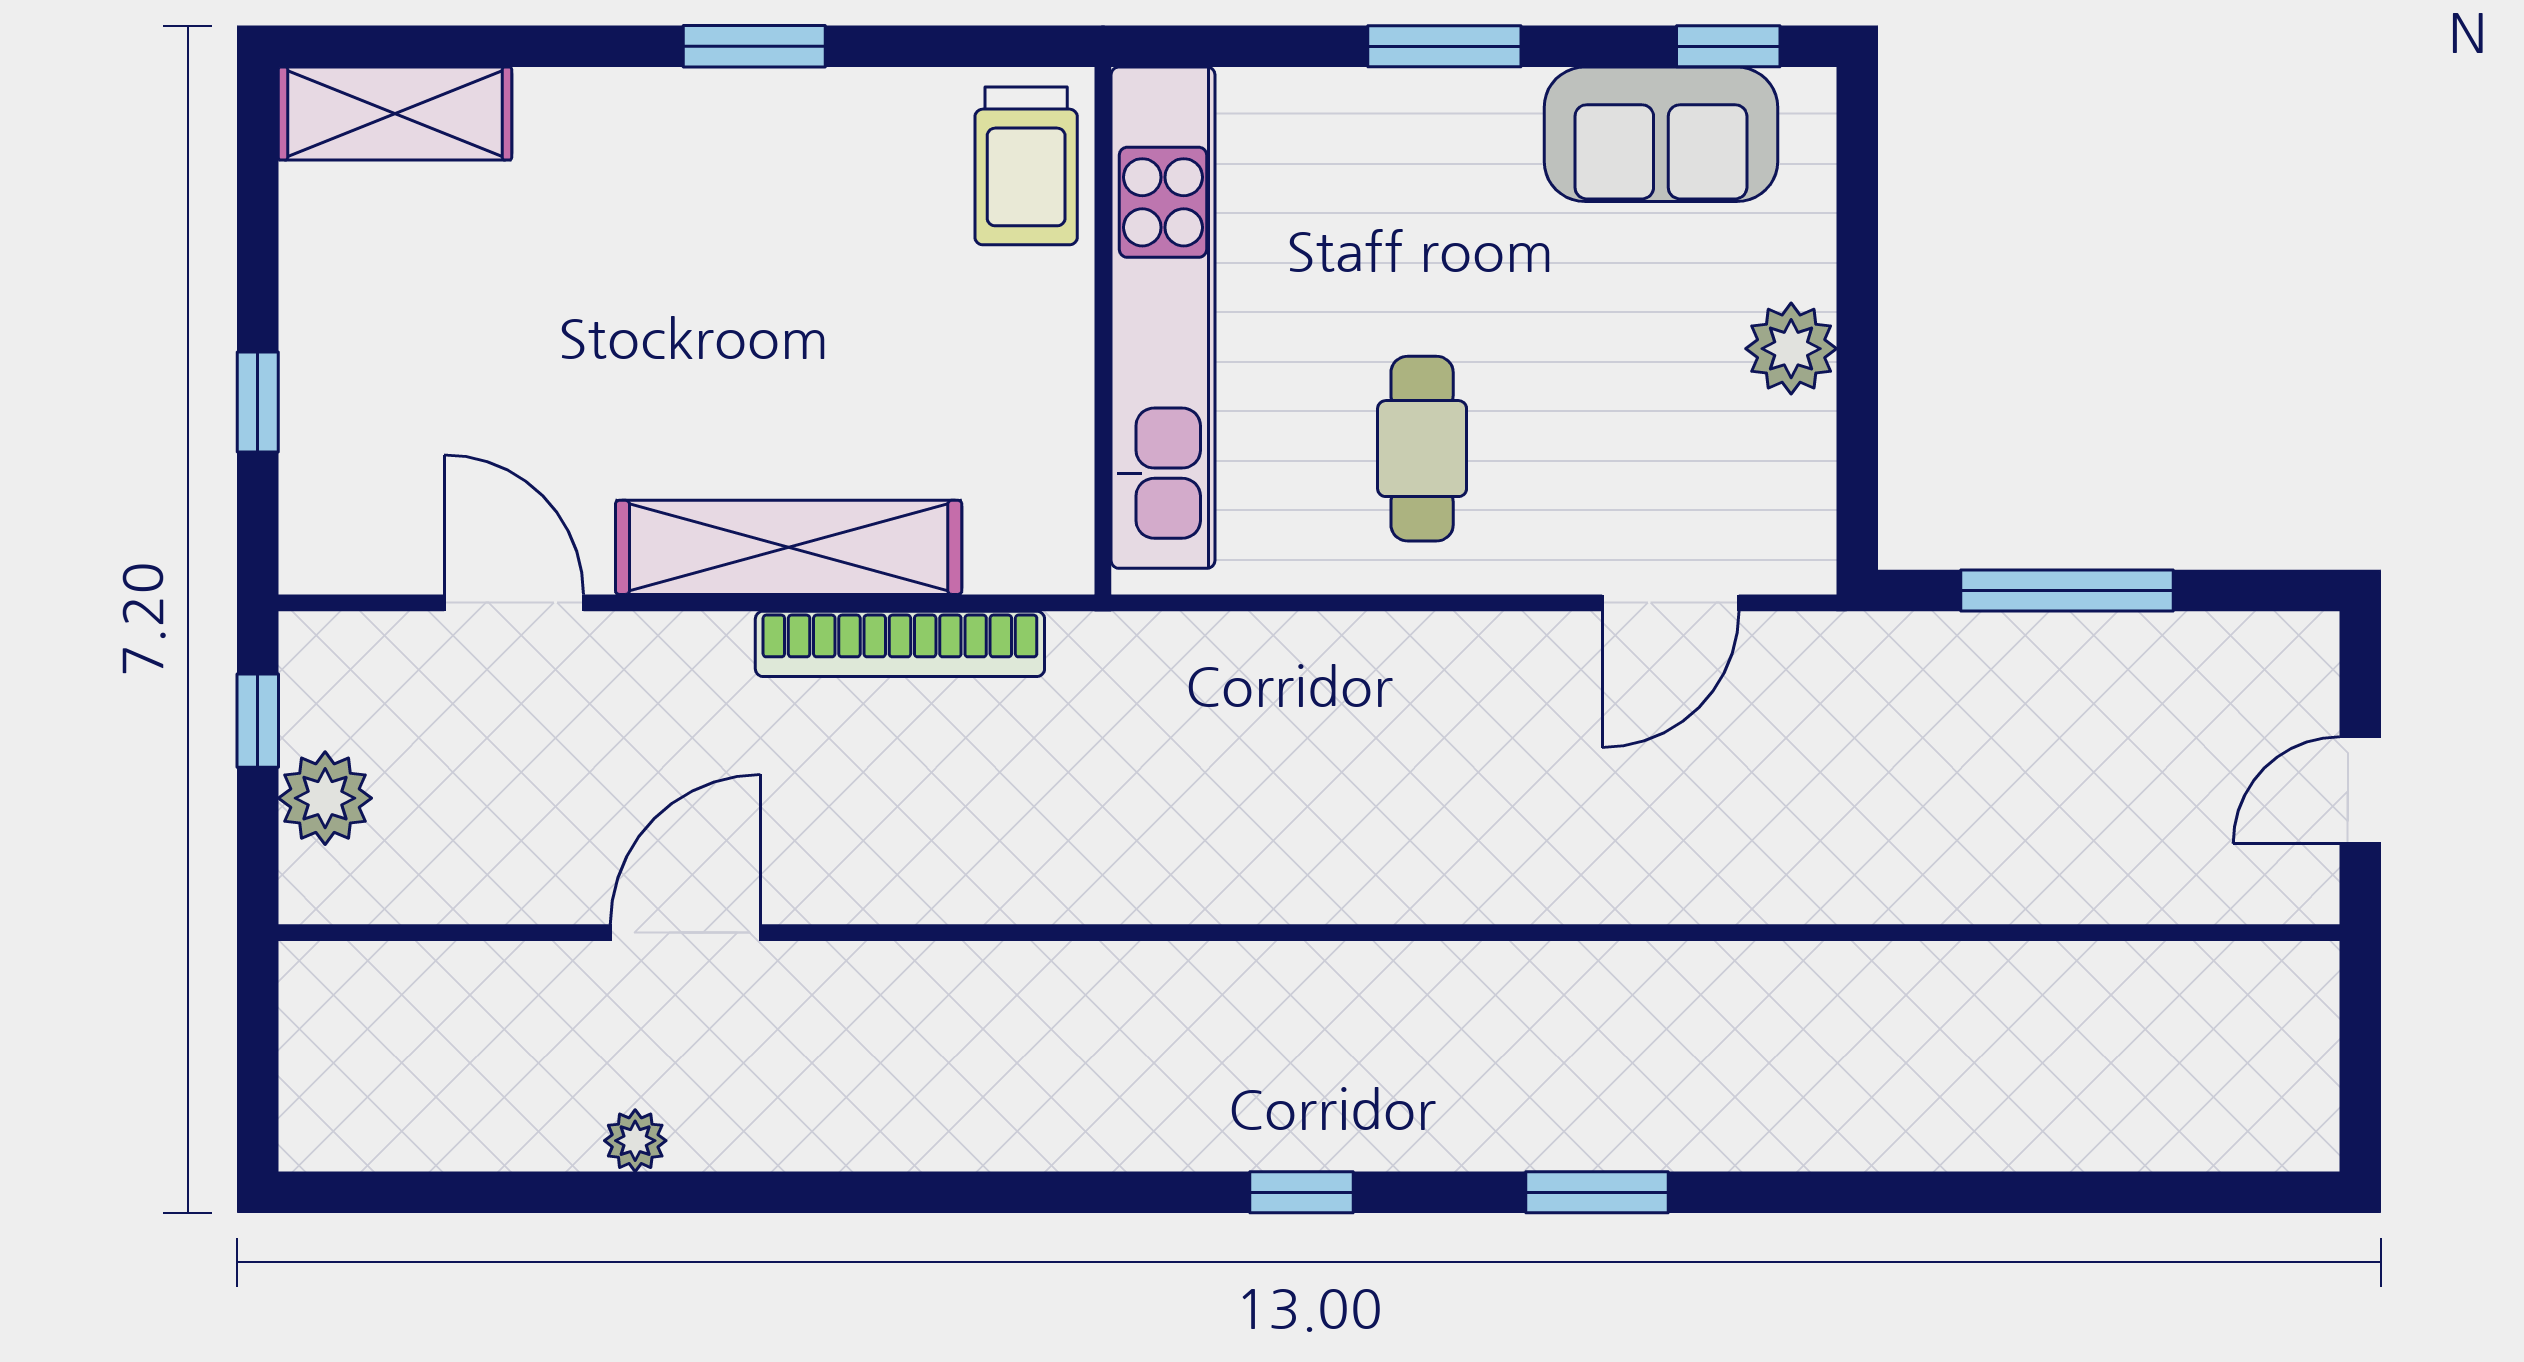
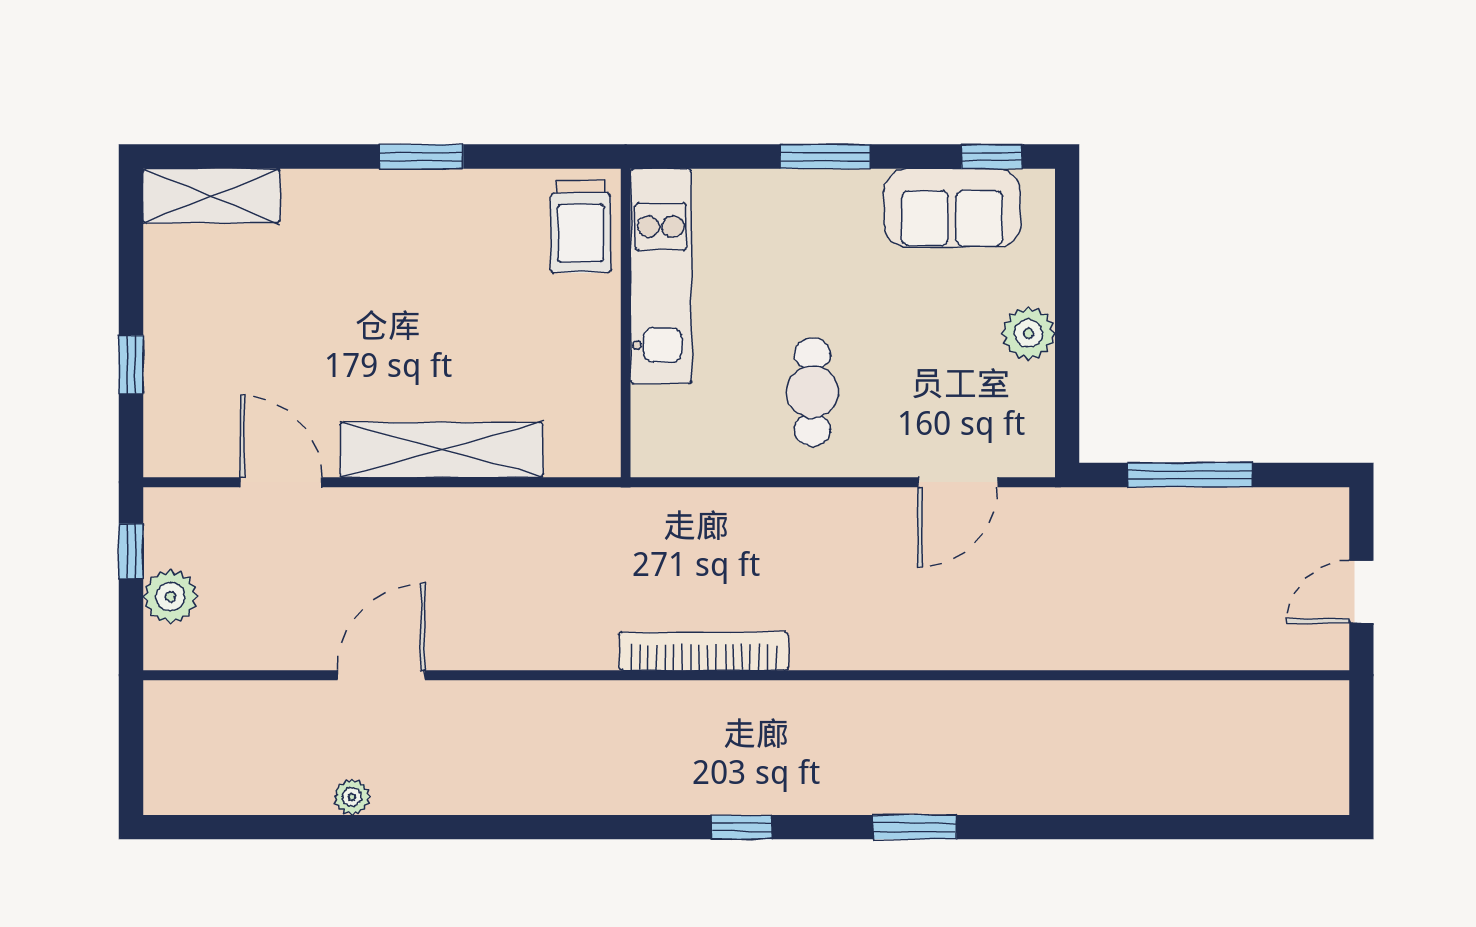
kitchen unit: (1163, 318) -> (661, 276), width x0.73
bookcase: (900, 644) -> (704, 651), moved, turned 180

